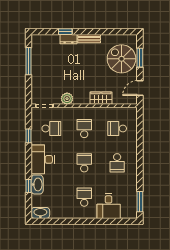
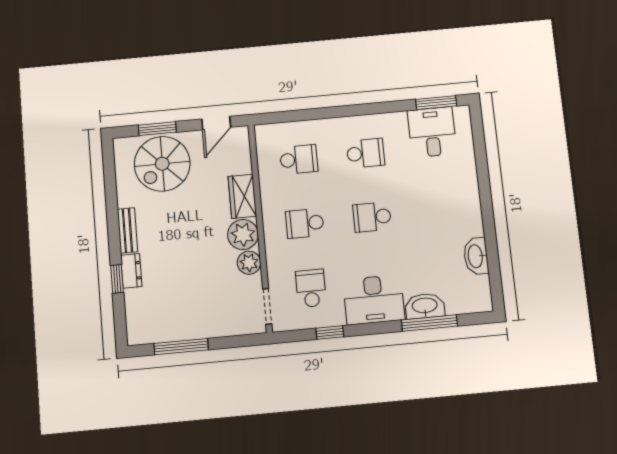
door: (140, 88) -> (216, 123), hinge flipped
plant: (81, 97) -> (243, 235), added
school desk: (117, 129) -> (299, 159), turned -90
window: (29, 186) -> (429, 323), width x2.17
school desk: (84, 197) -> (439, 211), removed
desk: (109, 206) -> (432, 132), moved, turned -90
washbasin: (40, 213) -> (476, 256), moved

